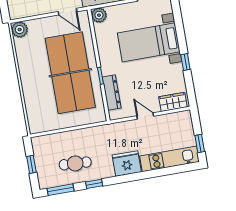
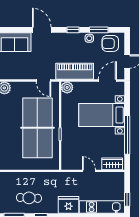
window: (185, 62) -> (127, 135), width x3.17
dresser: (112, 93) -> (66, 148), removed

